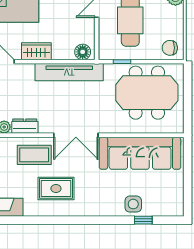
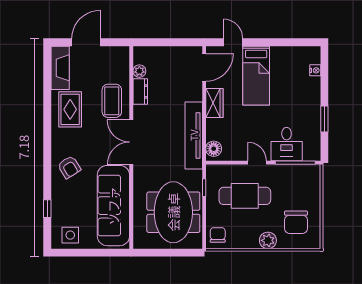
rug: (56, 188) -> (70, 109), moved
armchair: (101, 198) -> (69, 167), added
side table: (133, 204) -> (70, 235), moved

